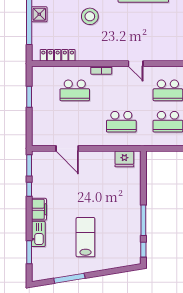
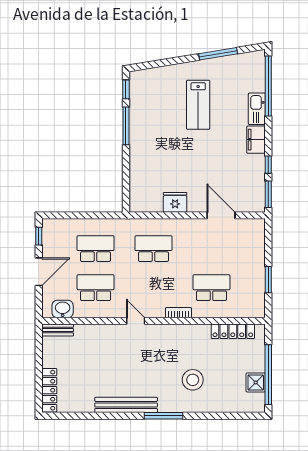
fridge: (124, 159) -> (175, 202), moved
window: (29, 252) -> (268, 86), width x2.11

